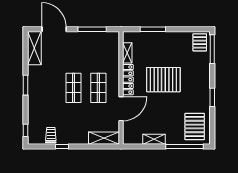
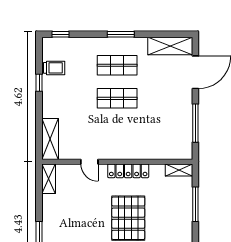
shelving: (127, 53) -> (179, 170), moved
shop shelf: (98, 88) -> (117, 65), moved
door: (121, 109) -> (89, 162), width x0.53
shelving: (154, 139) -> (49, 179), moved

